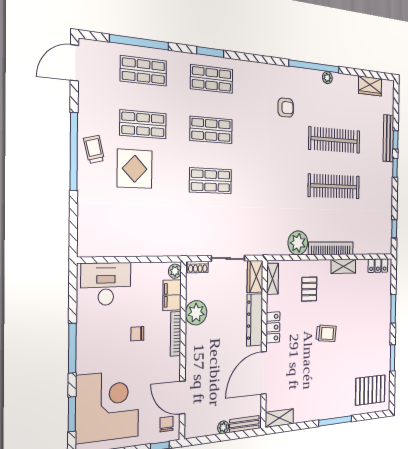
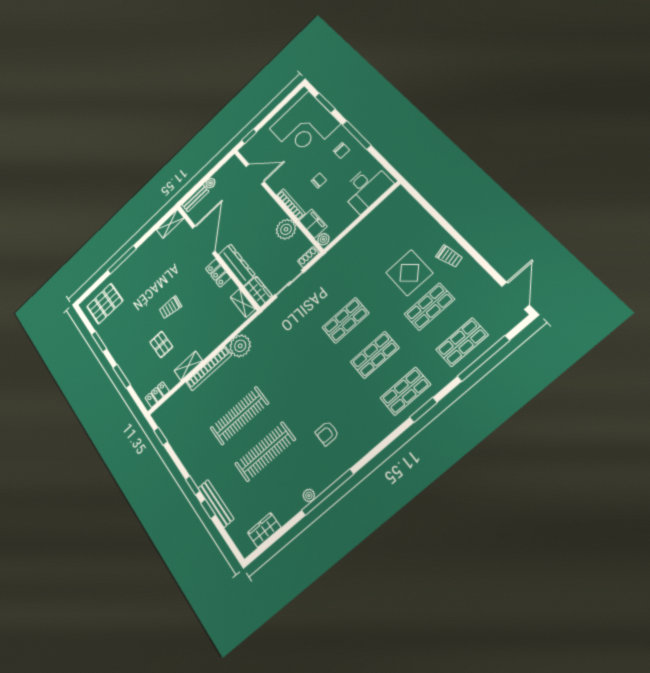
window: (74, 151) -> (462, 241), removed
pallet: (309, 289) -> (161, 344), moved
chair: (167, 424) -> (341, 150), moved

